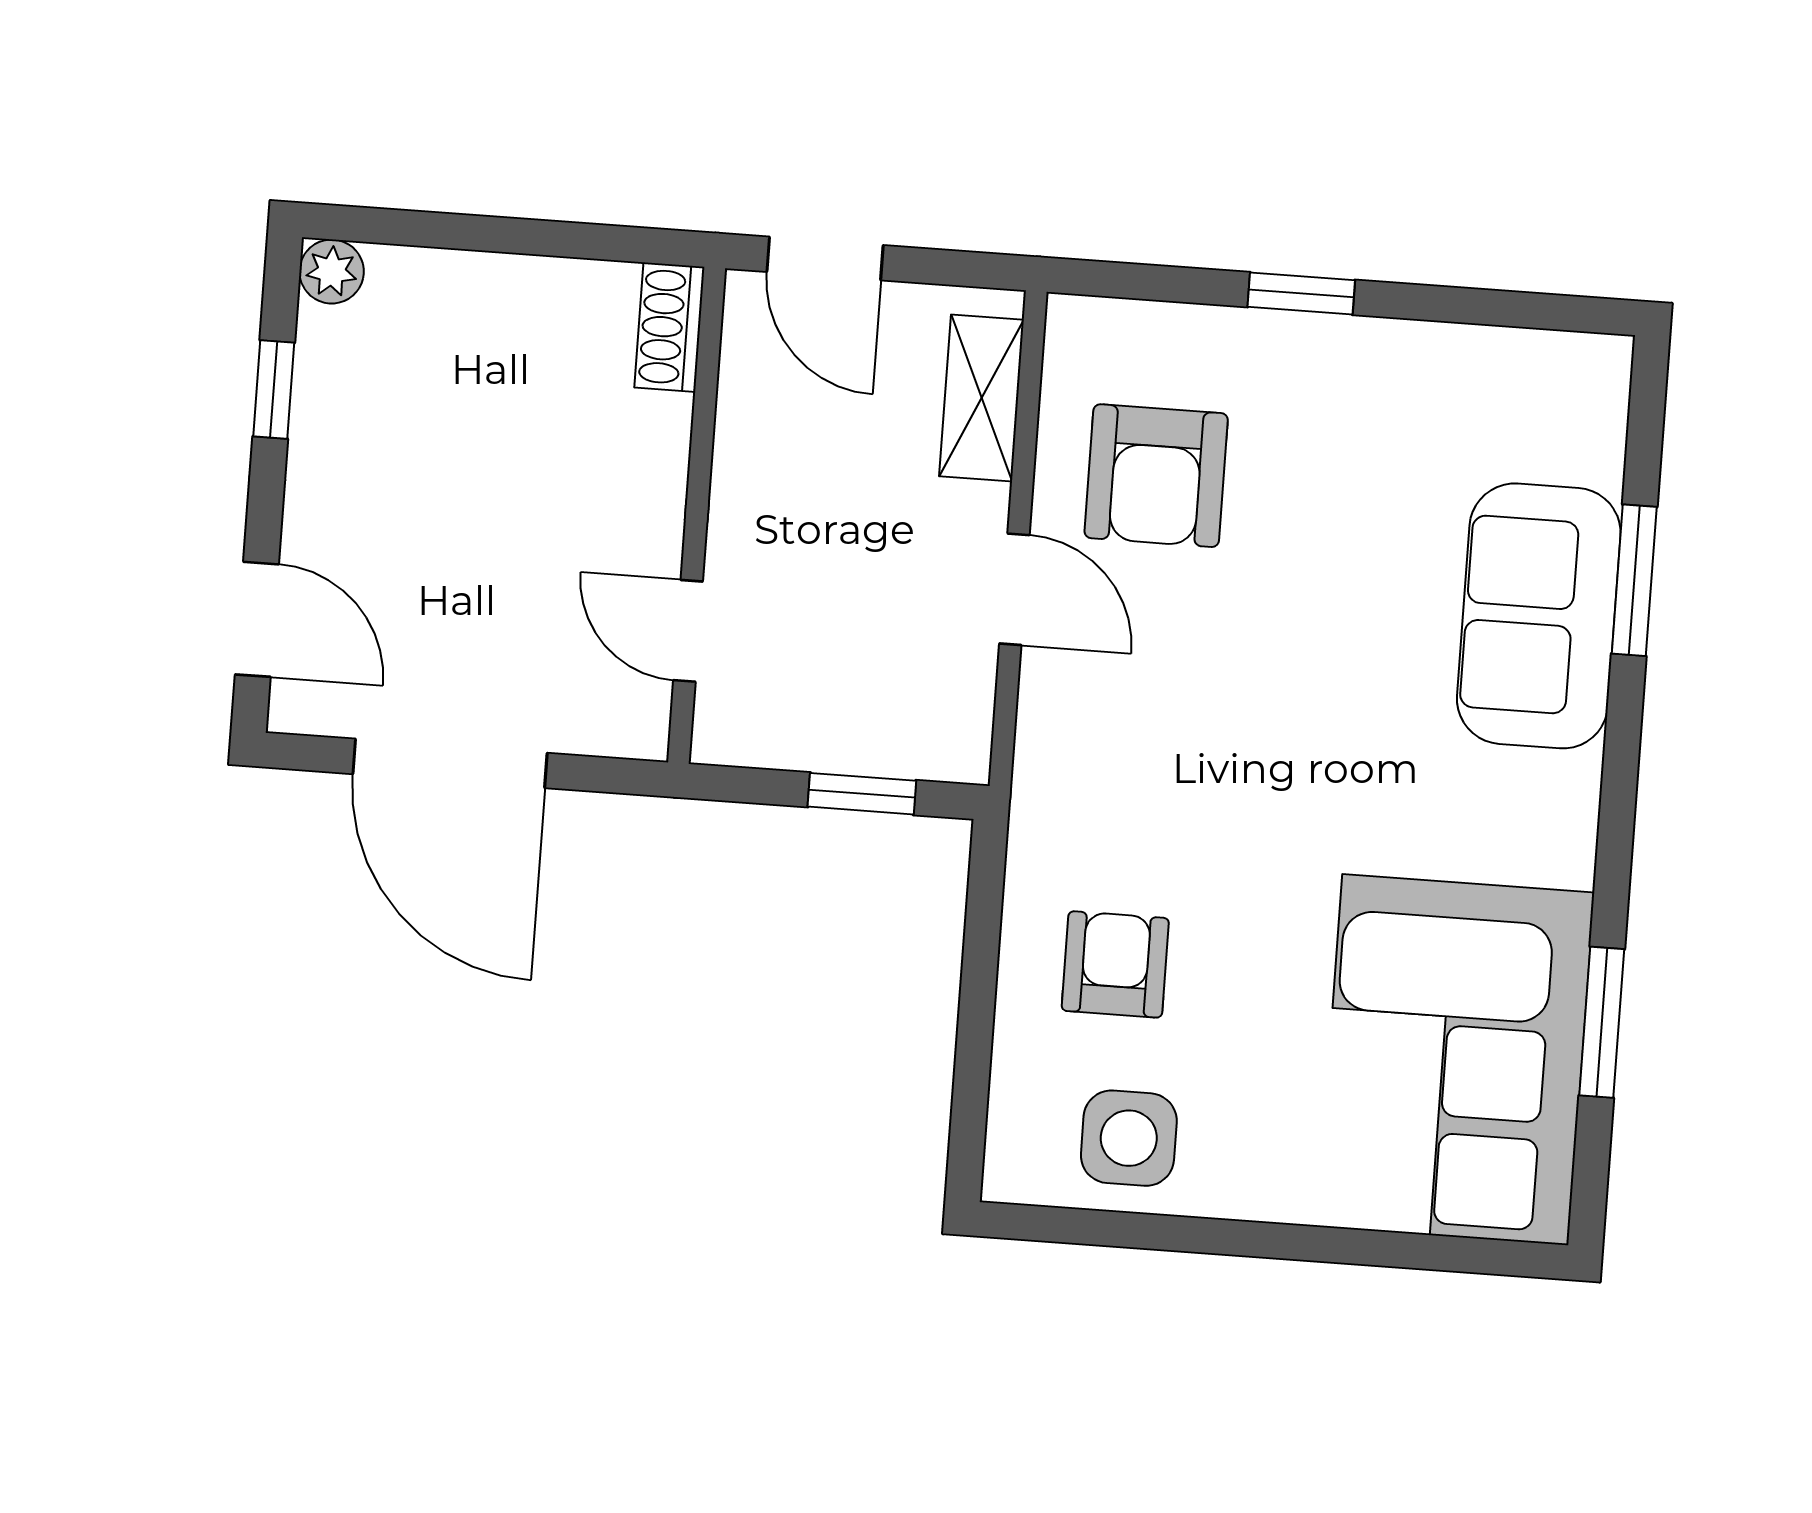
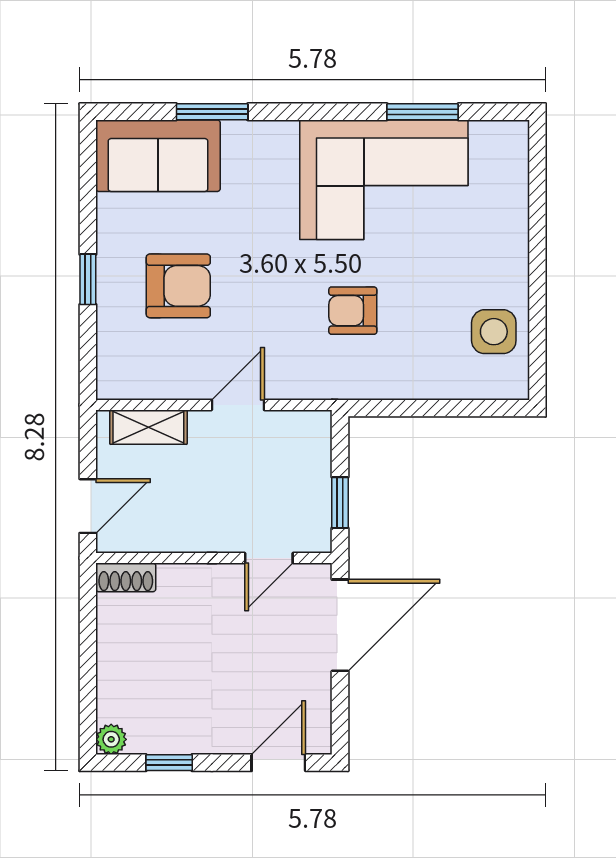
armchair: (1156, 476) -> (178, 286), moved
sofa: (1539, 616) -> (158, 156), moved
door: (450, 763) -> (340, 625), moved
window: (862, 794) -> (340, 503), moved
armchair: (1115, 964) -> (353, 311), moved
corner sofa: (1455, 1060) -> (384, 180), moved

